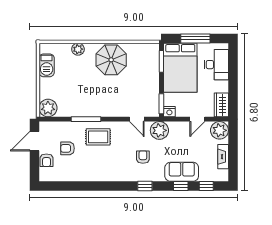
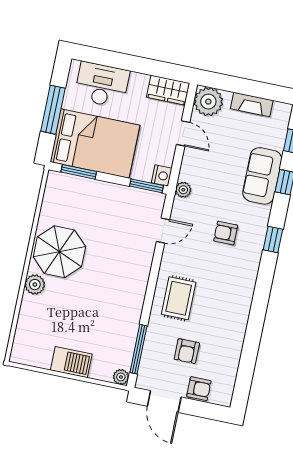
plant: (78, 49) -> (35, 285), moved
barbecue: (47, 65) -> (71, 362), moved
plant: (48, 108) -> (121, 377), width x0.53, depth x0.53
window: (86, 119) -> (138, 349), moved
plant: (159, 130) -> (183, 190), width x0.53, depth x0.53

